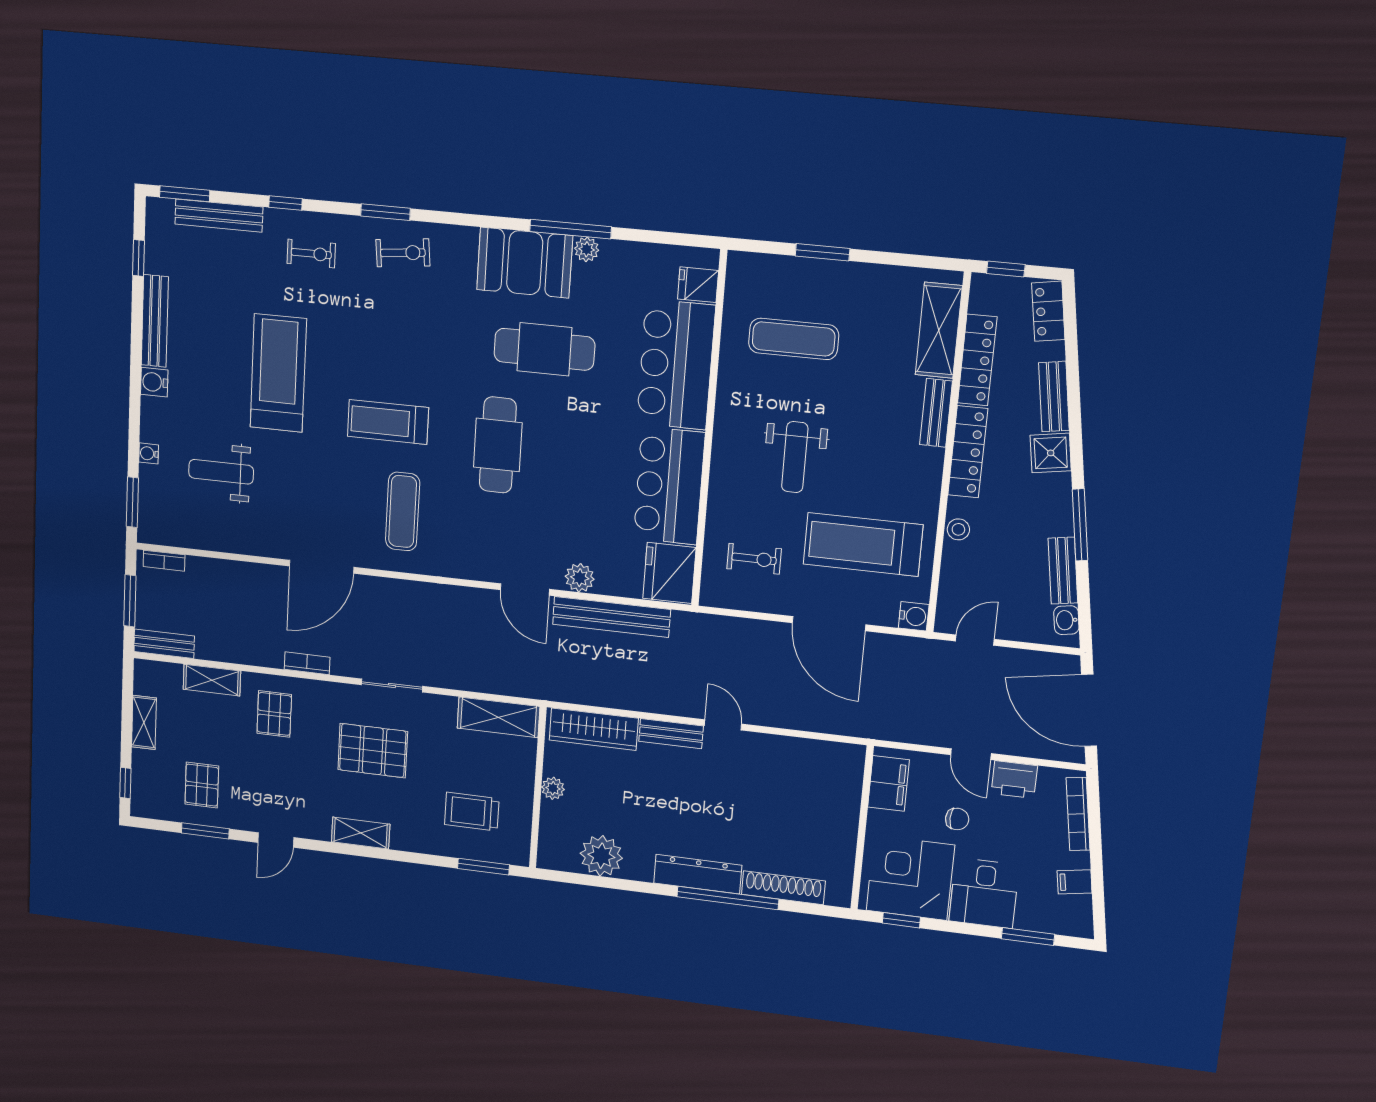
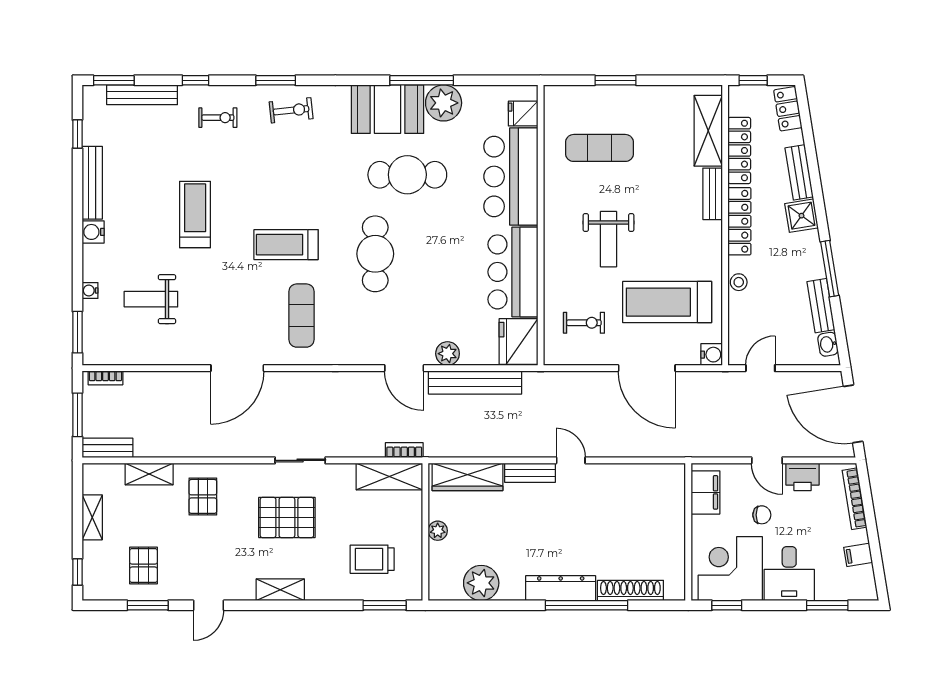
plant: (587, 249) -> (444, 103), width x1.88, depth x1.88
treadmill: (278, 373) -> (195, 214), width x0.73, depth x0.73
bookcase: (307, 663) -> (404, 450), moved

